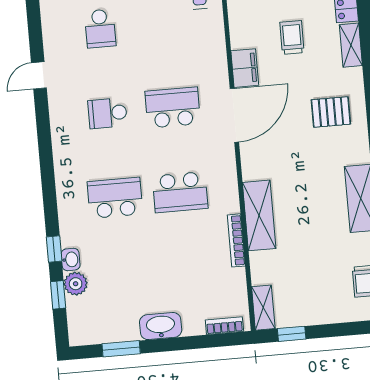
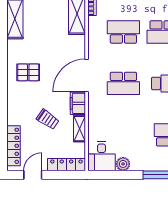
trolley: (292, 37) -> (48, 119), turned -56
shelving: (351, 45) -> (79, 129), moved

